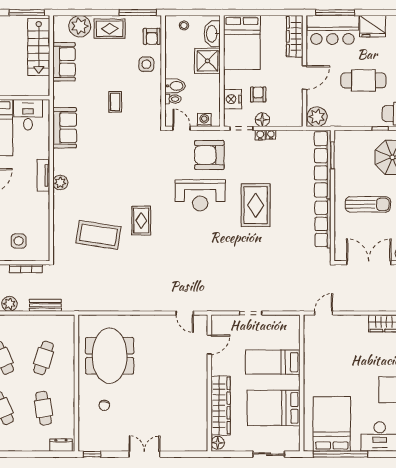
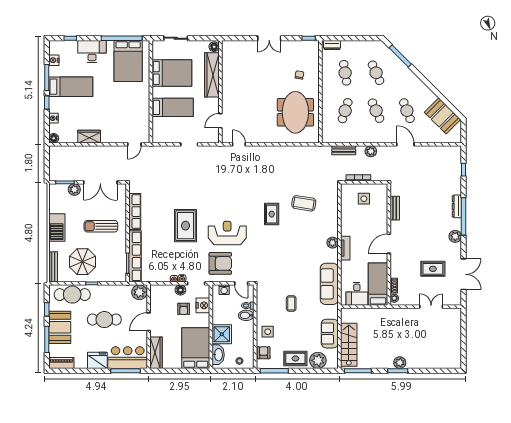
sofa: (65, 128) -> (329, 284), width x1.36
coffee table: (98, 235) -> (304, 203), width x0.73, depth x0.76

